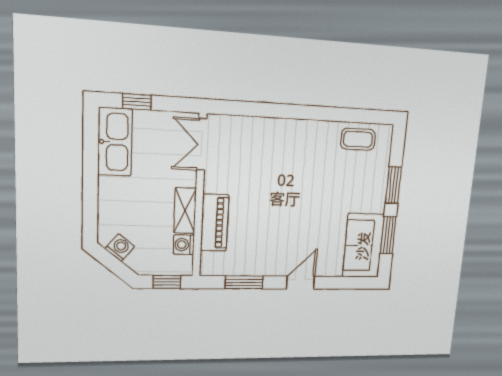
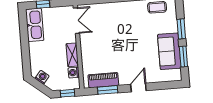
double door: (202, 144) -> (76, 21), swing flipped
piano: (215, 223) -> (103, 80), moved, turned -90
sofa: (363, 246) -> (169, 51), moved

